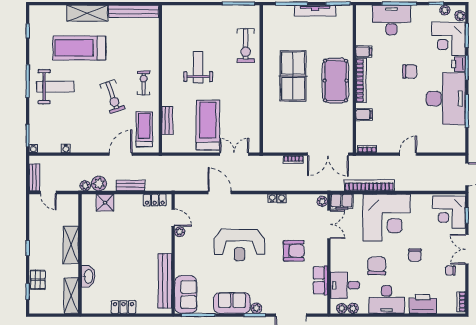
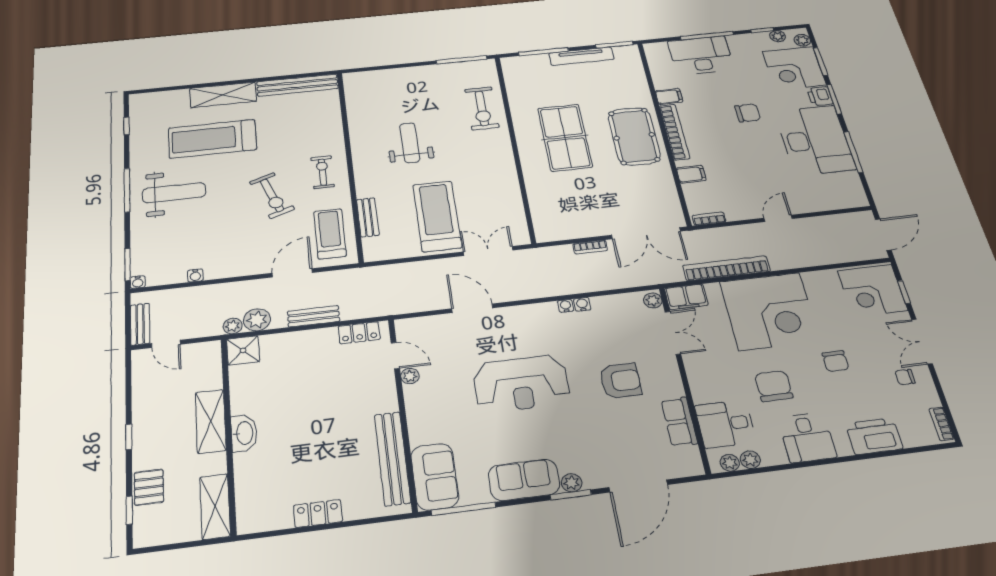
shower: (105, 203) -> (243, 350), moved
washbasin: (88, 276) -> (244, 433), moved
desk: (387, 300) -> (807, 437), width x0.73

